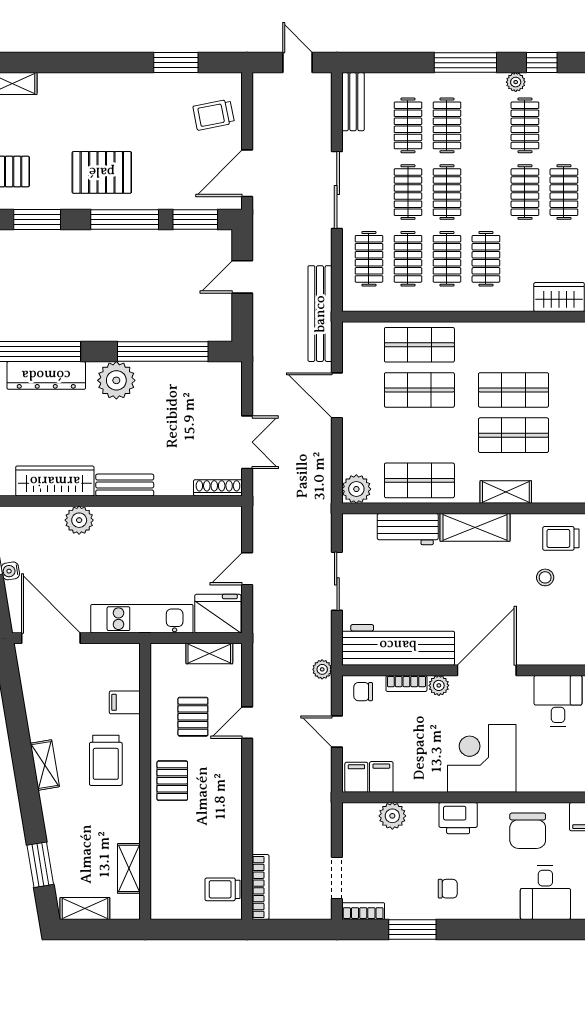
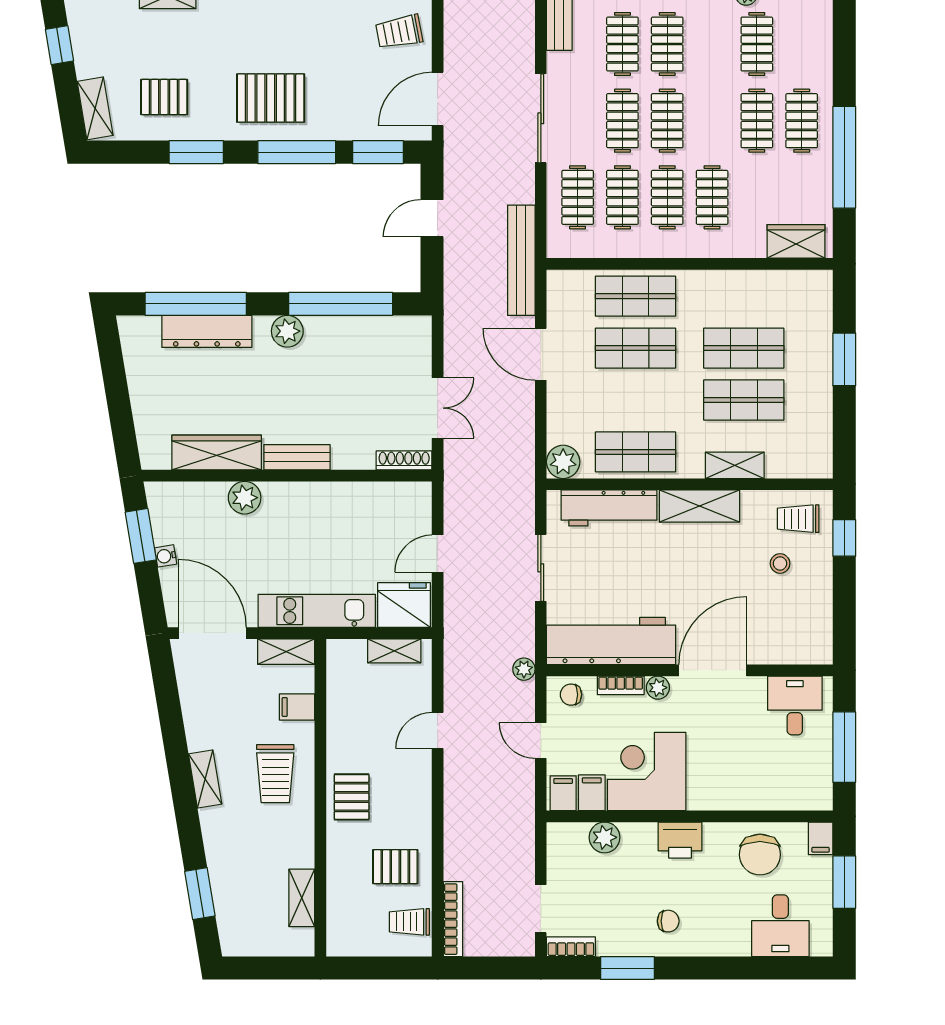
plant: (116, 380) -> (287, 331), width x0.73, depth x0.73
workbench: (408, 529) -> (609, 508), width x1.38
pallet: (193, 717) -> (395, 867), moved, turned 90
corner desk: (482, 758) -> (647, 771), moved
shelving: (85, 908) -> (286, 652), moved

